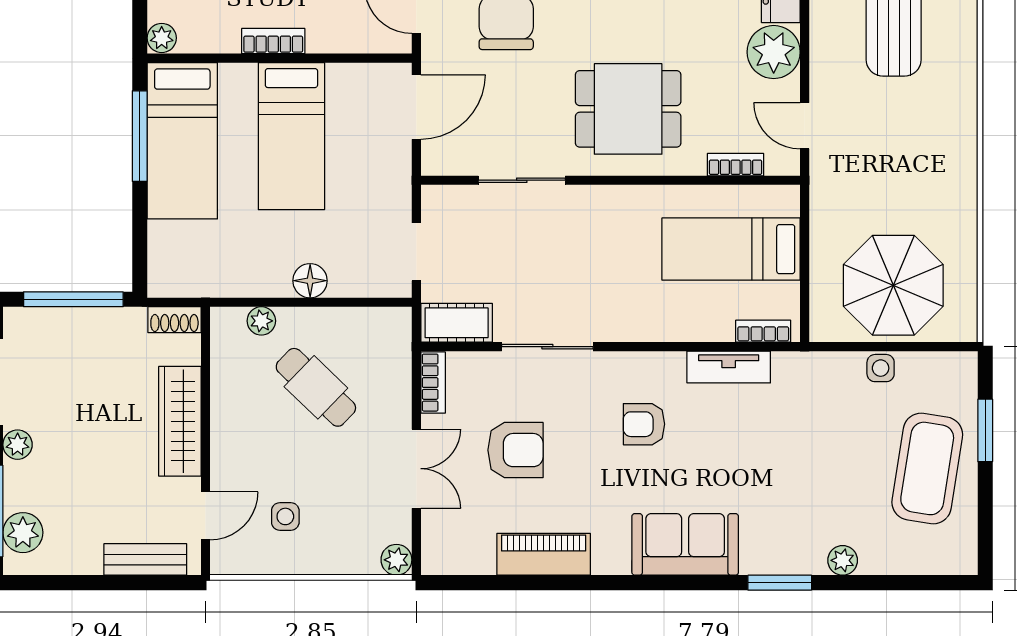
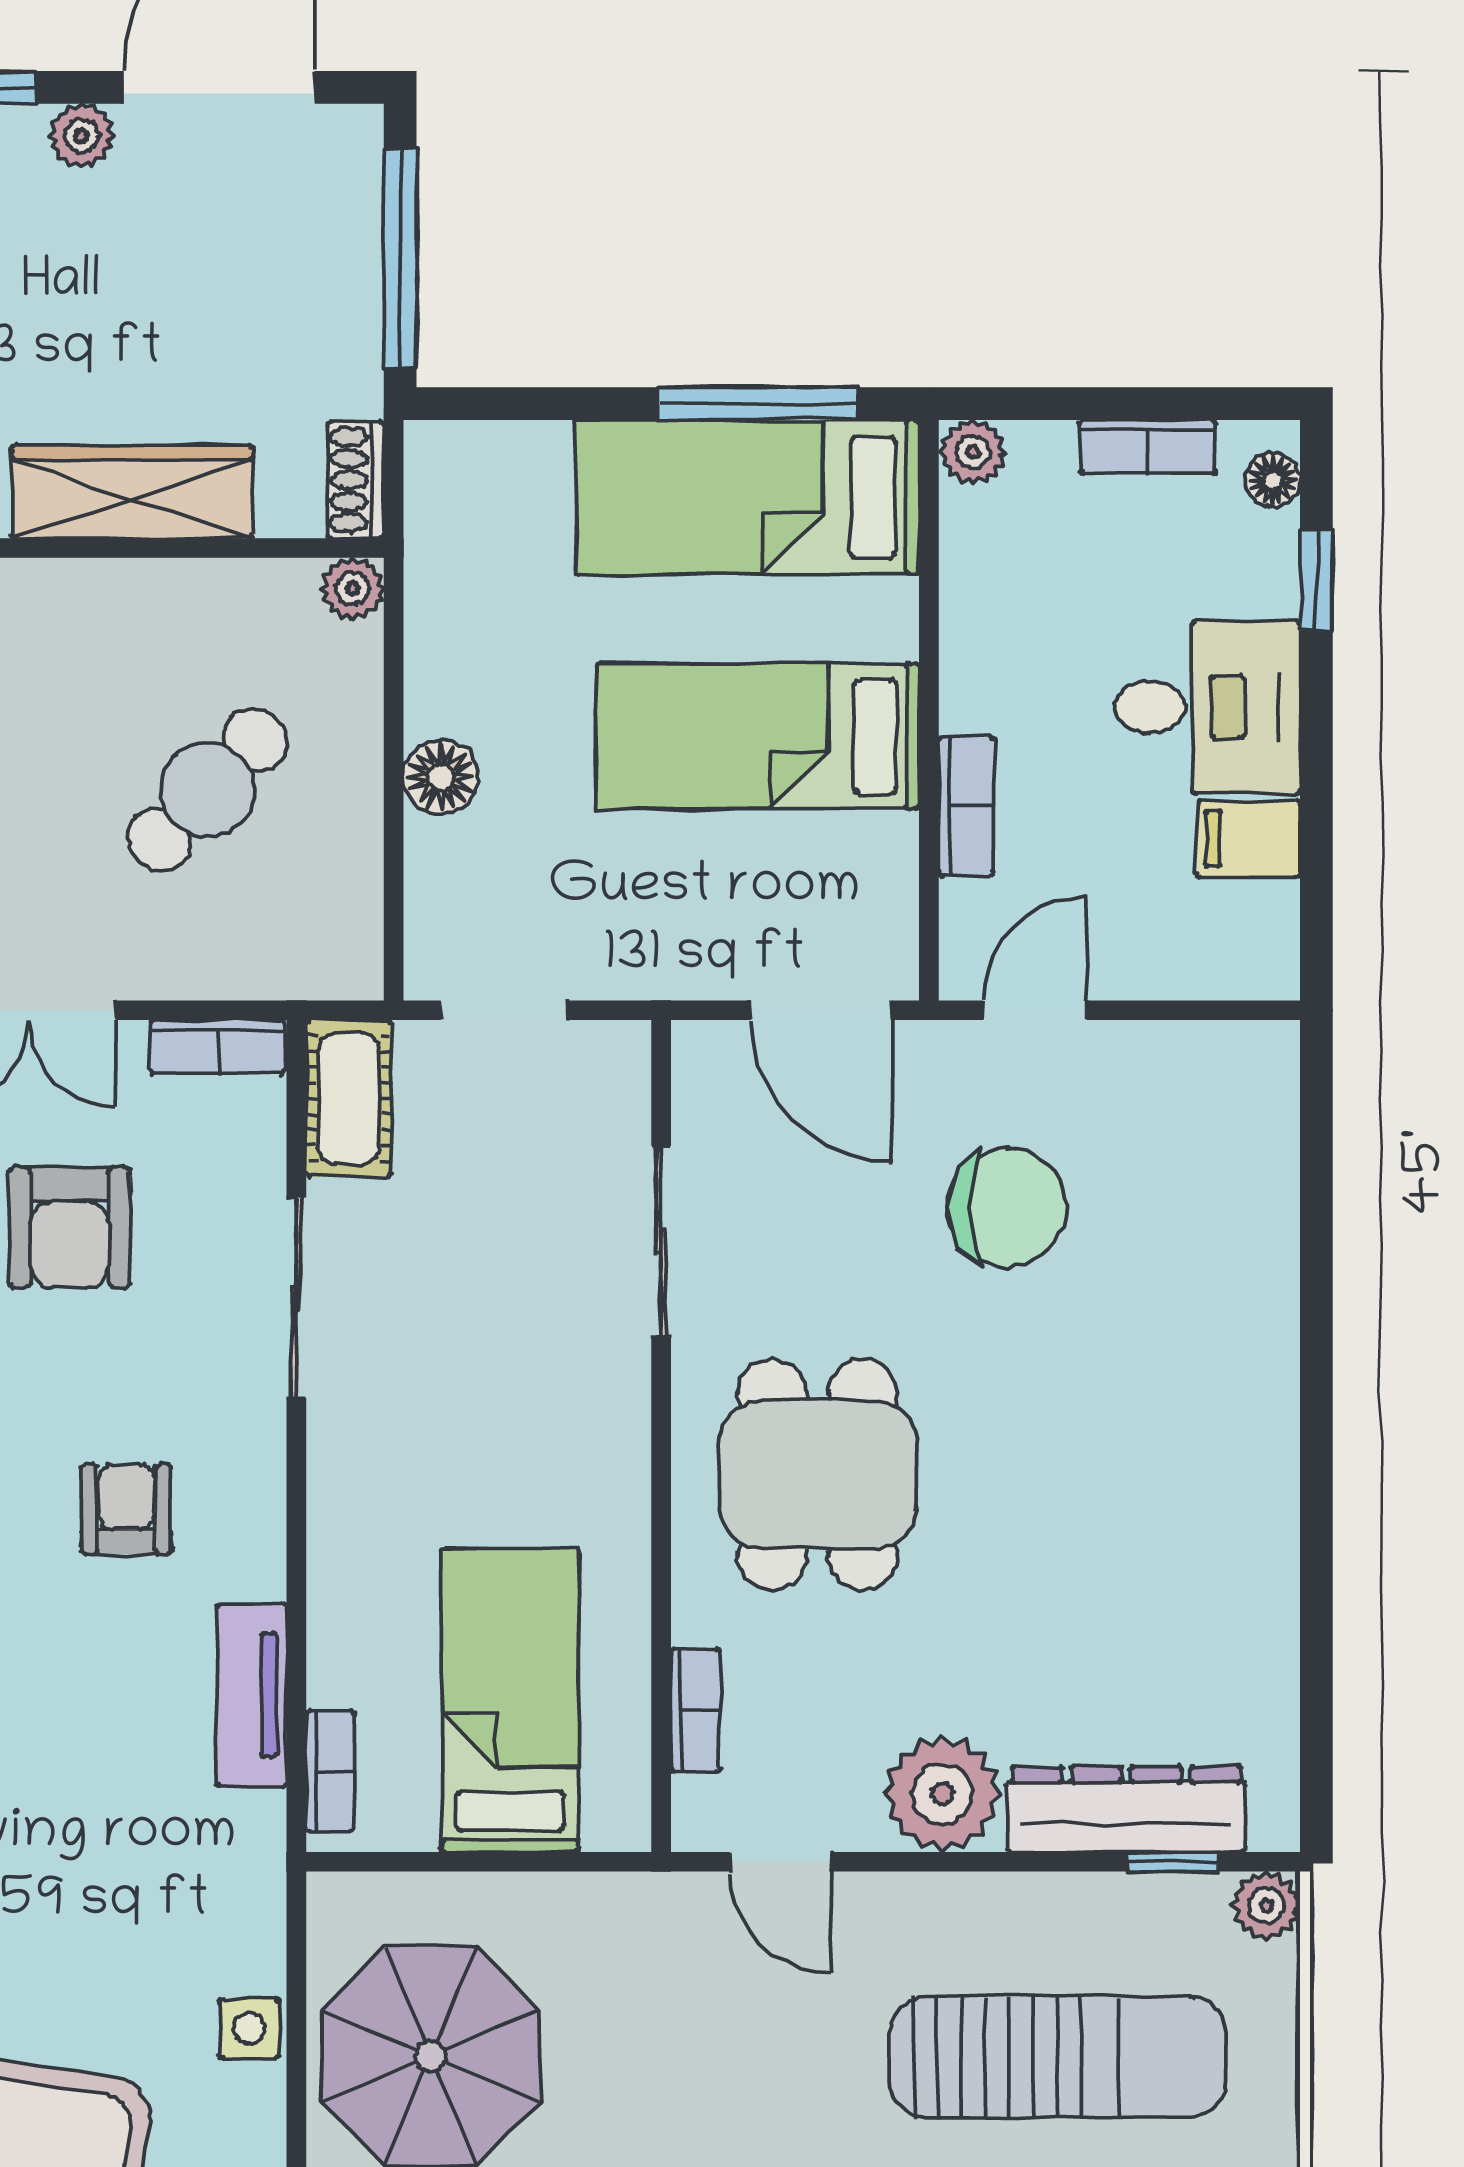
bookcase: (273, 41) -> (966, 806), moved
door: (805, 126) -> (781, 1862), swing flipped
plant: (261, 321) -> (353, 589), moved

